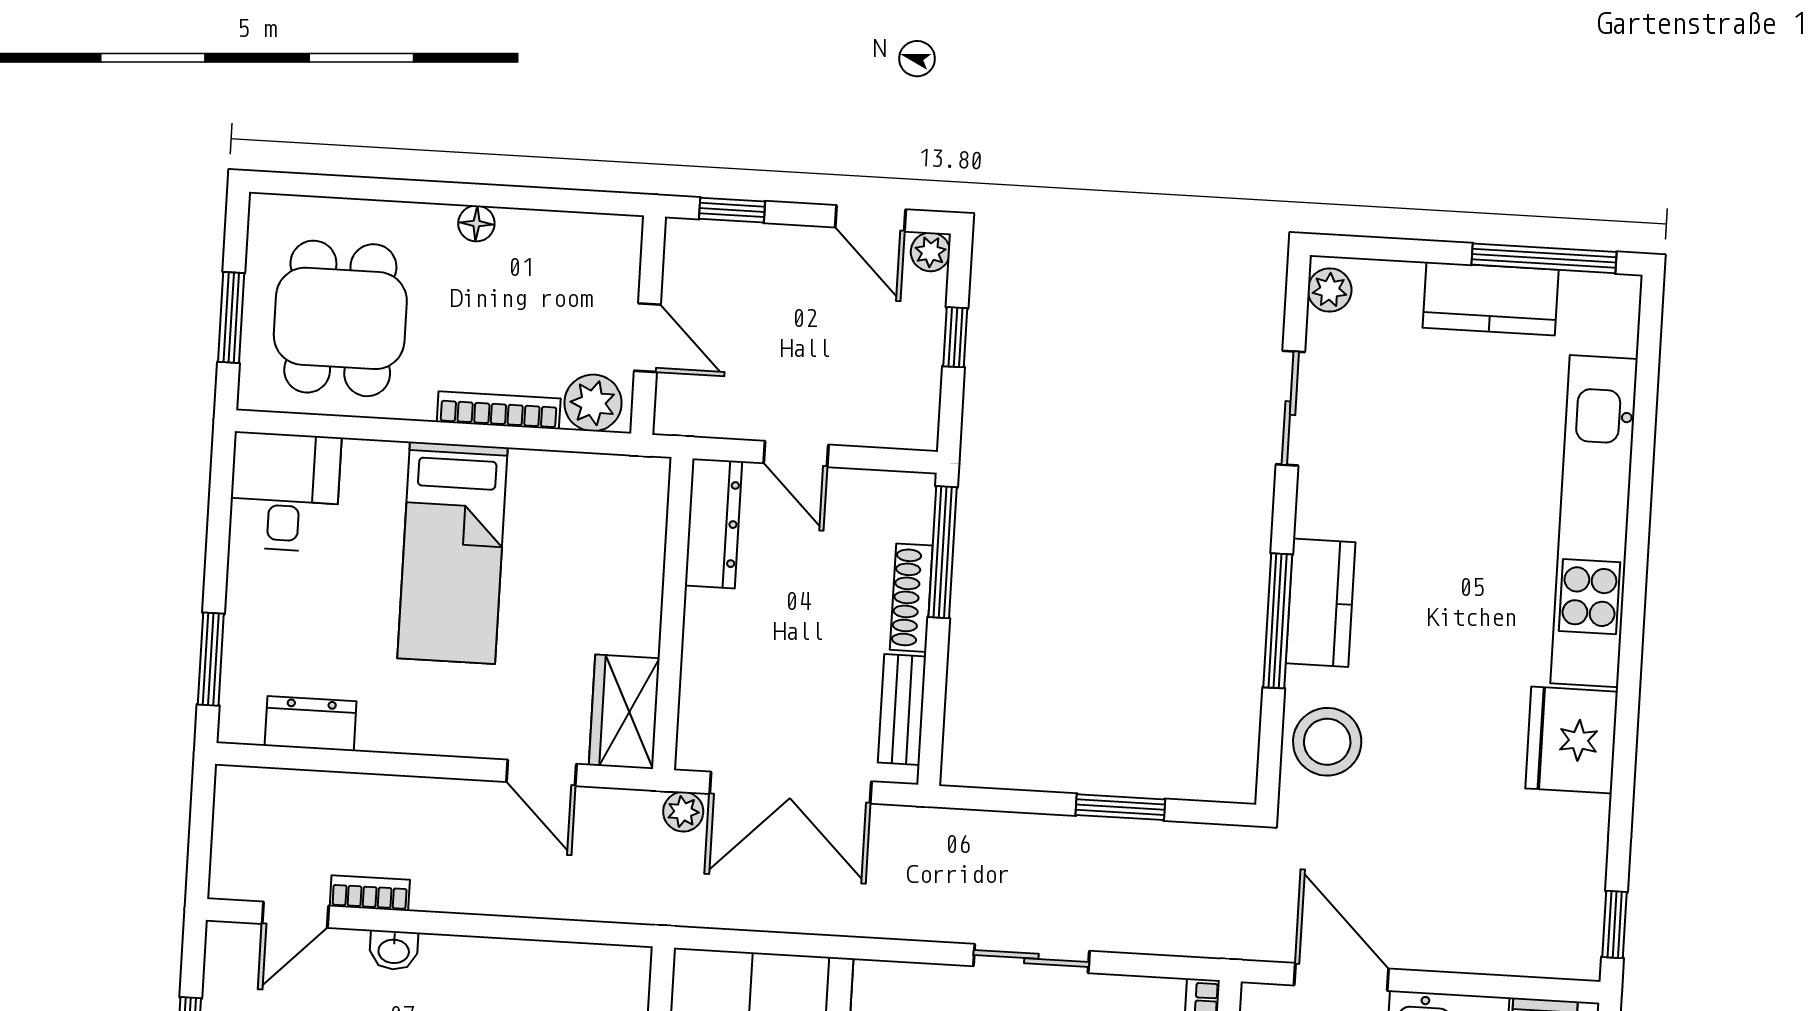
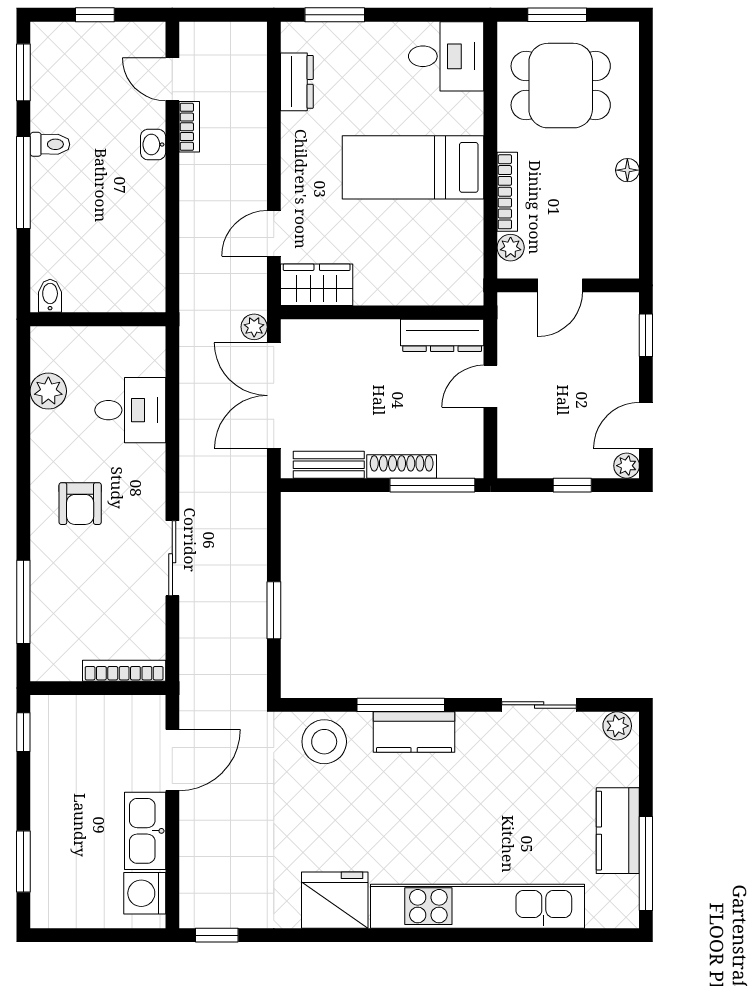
plant: (593, 403) -> (511, 248), width x0.73, depth x0.73

